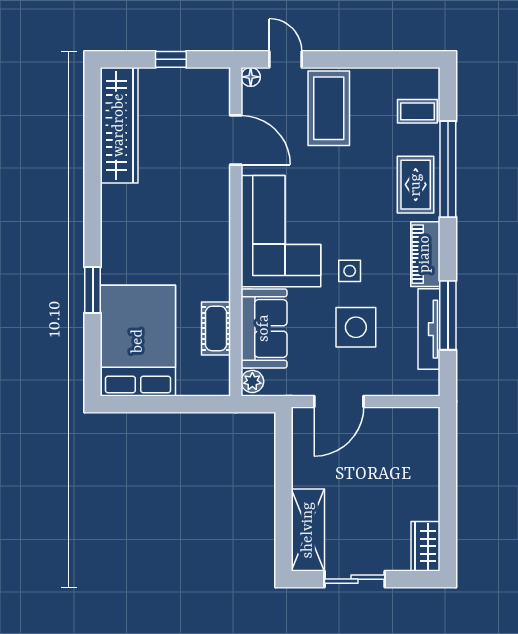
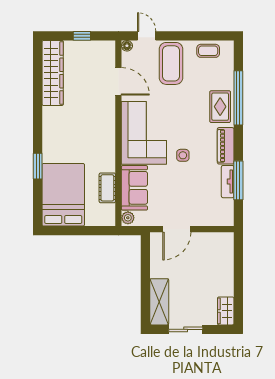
coffee table: (417, 111) -> (208, 51), moved
side table: (356, 327) -> (186, 187), removed
tv unit: (429, 329) -> (228, 182), width x0.71

